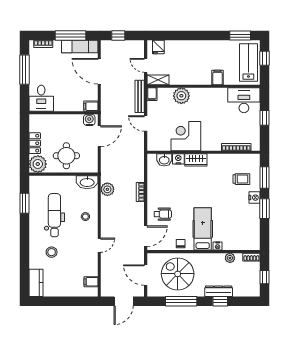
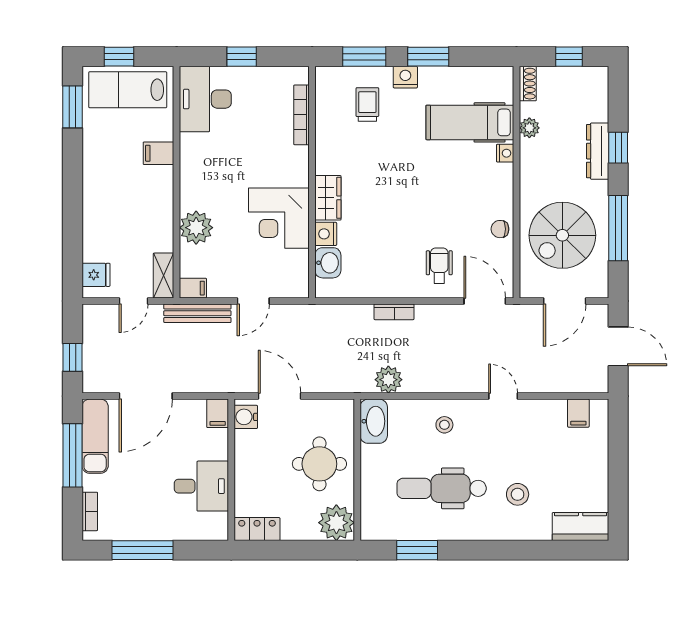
desk: (41, 98) -> (201, 486), moved
locker: (35, 143) -> (257, 529), moved
hospital bed: (203, 229) -> (470, 122), moved

